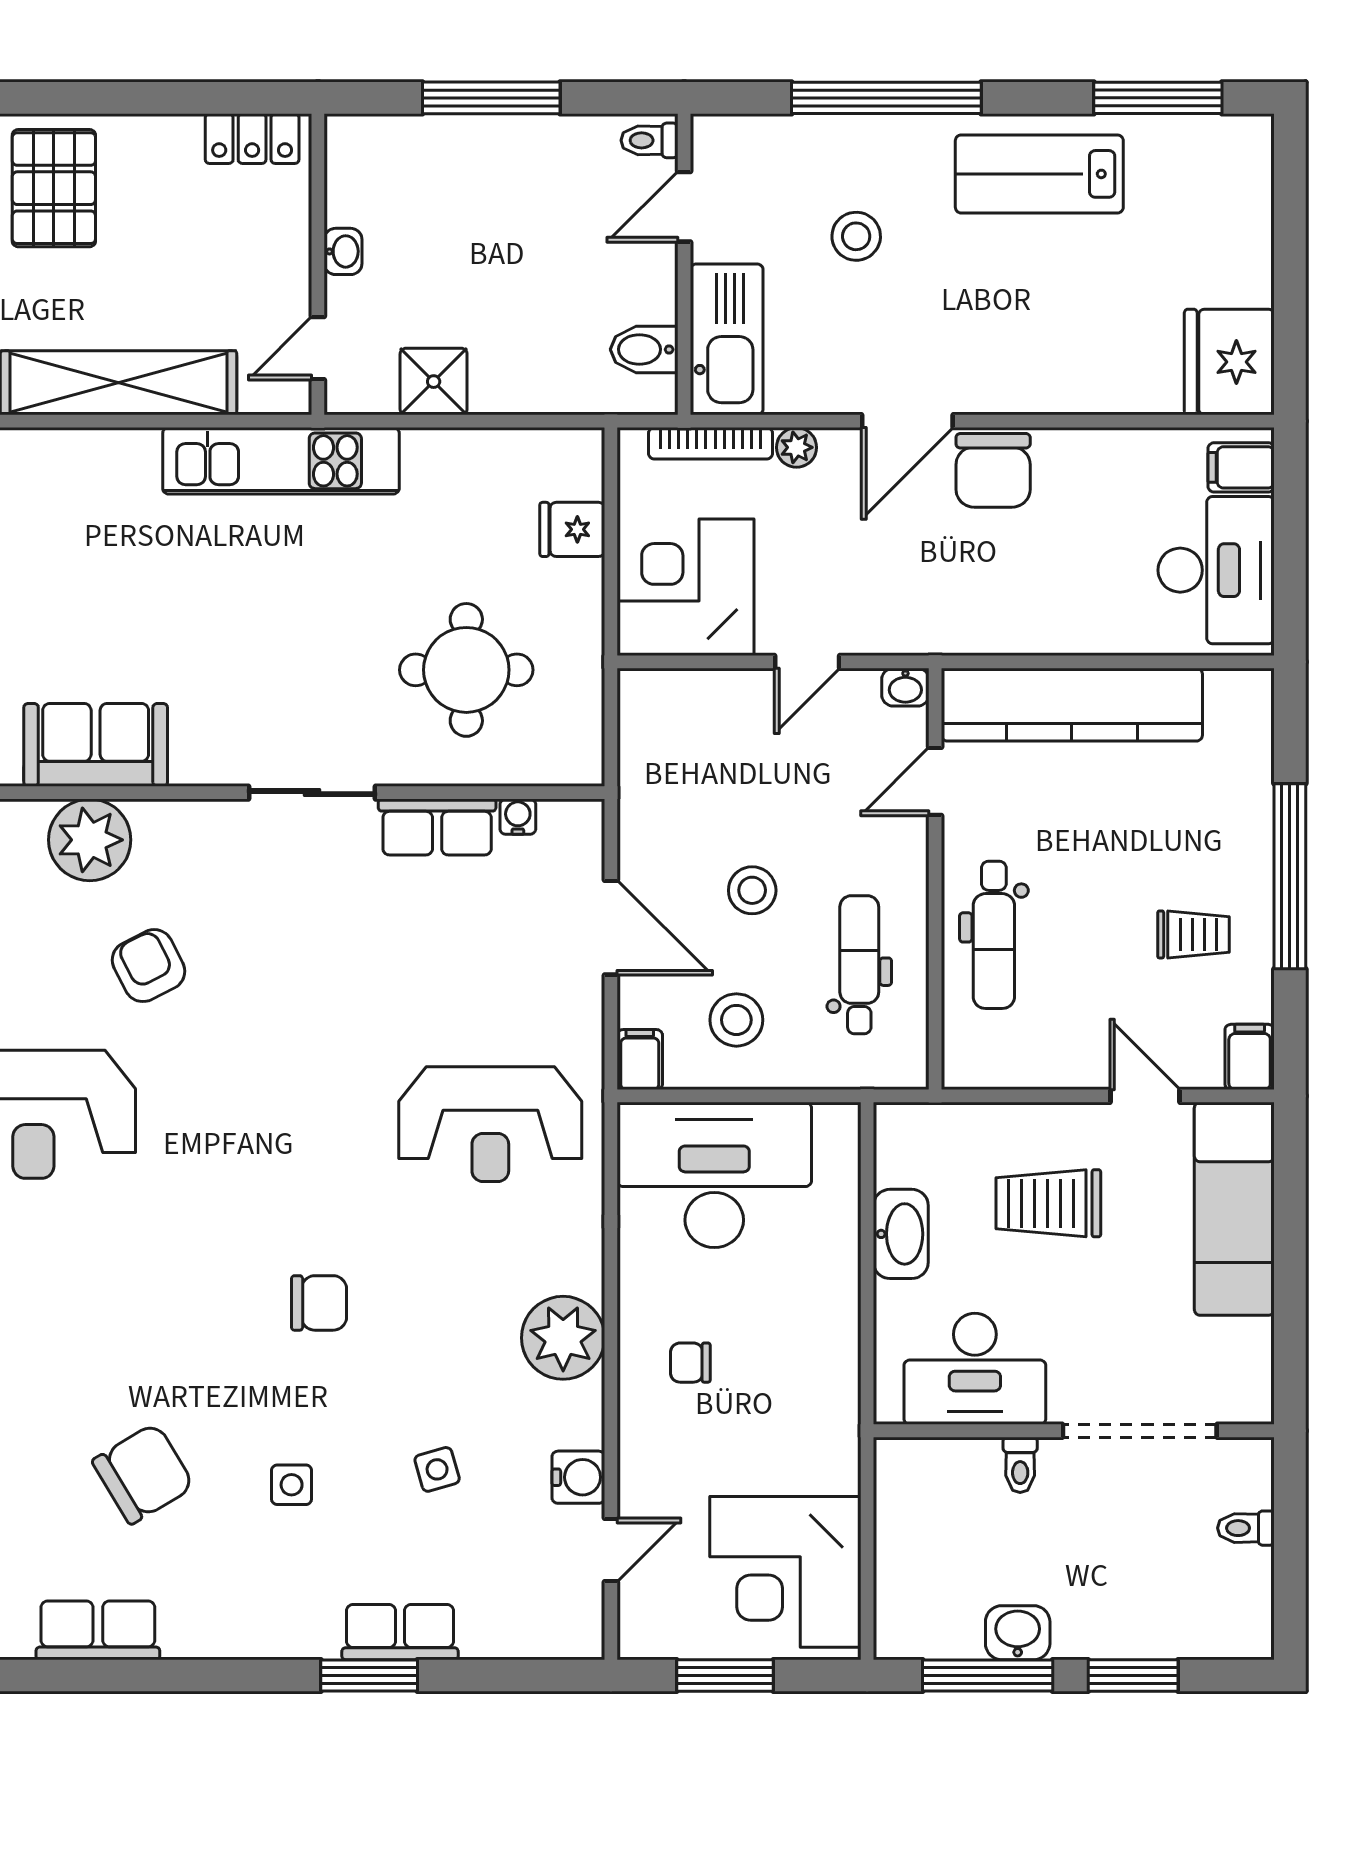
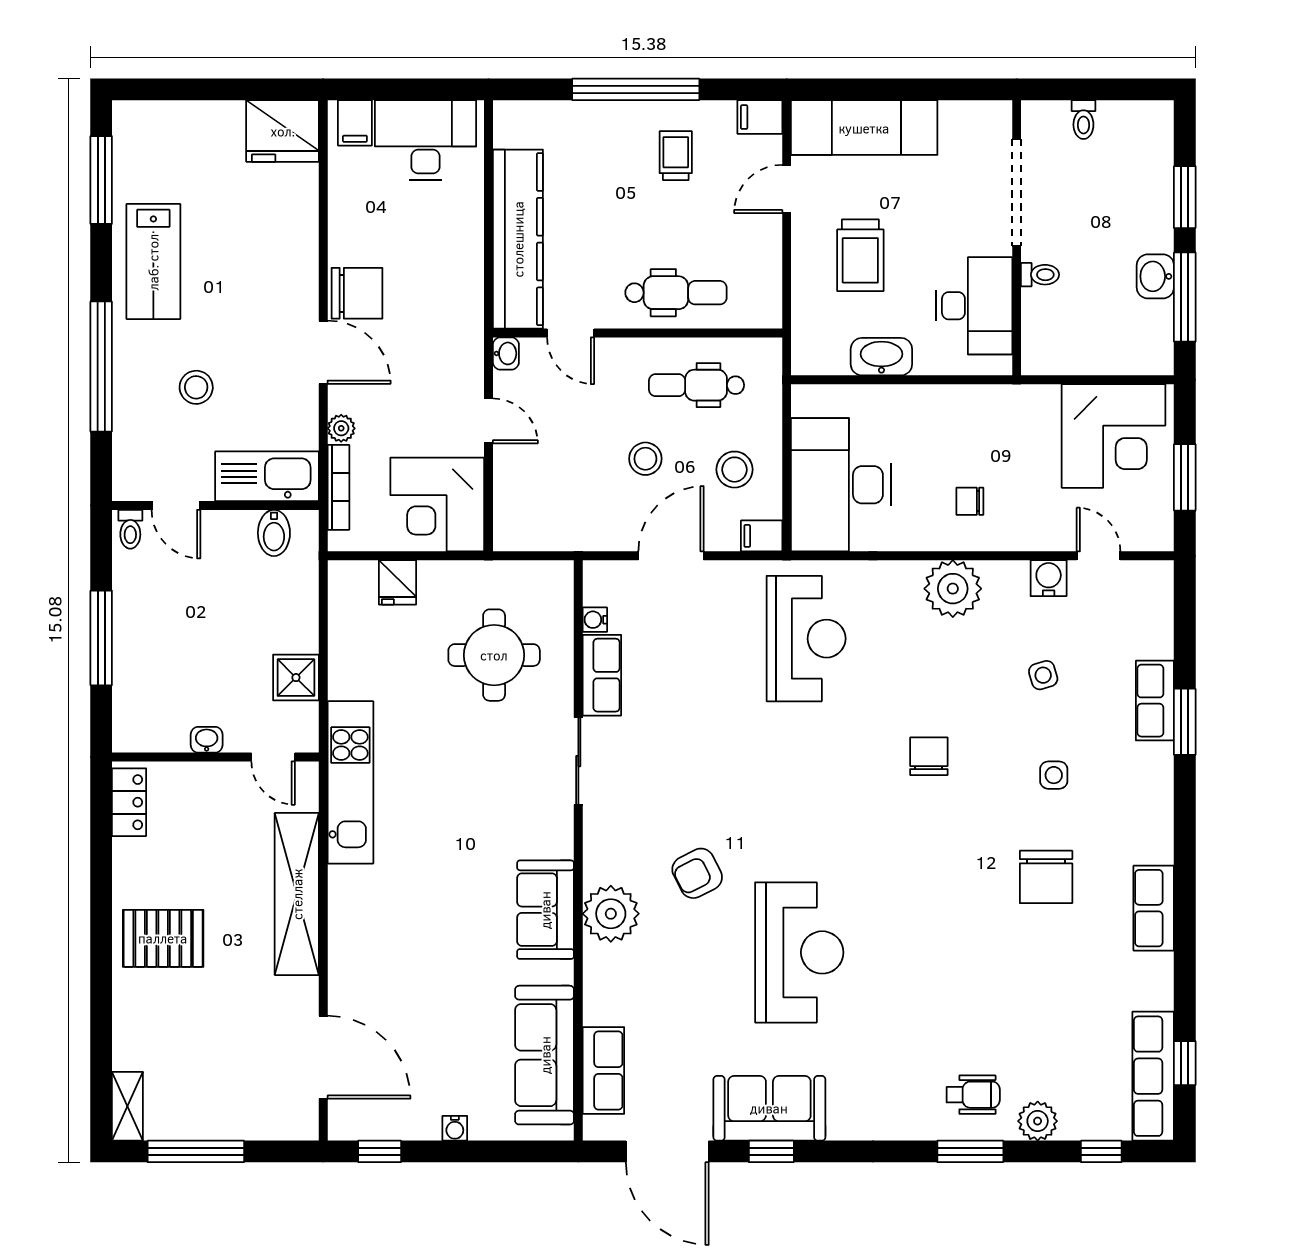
chair: (690, 1363) -> (970, 501), turned 90
chair: (143, 1474) -> (1046, 877), turned -149

